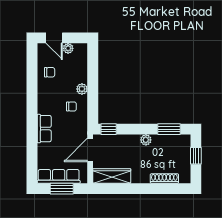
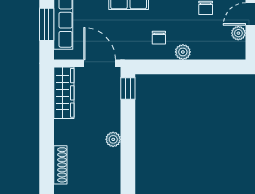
window: (169, 129) -> (128, 171), removed

